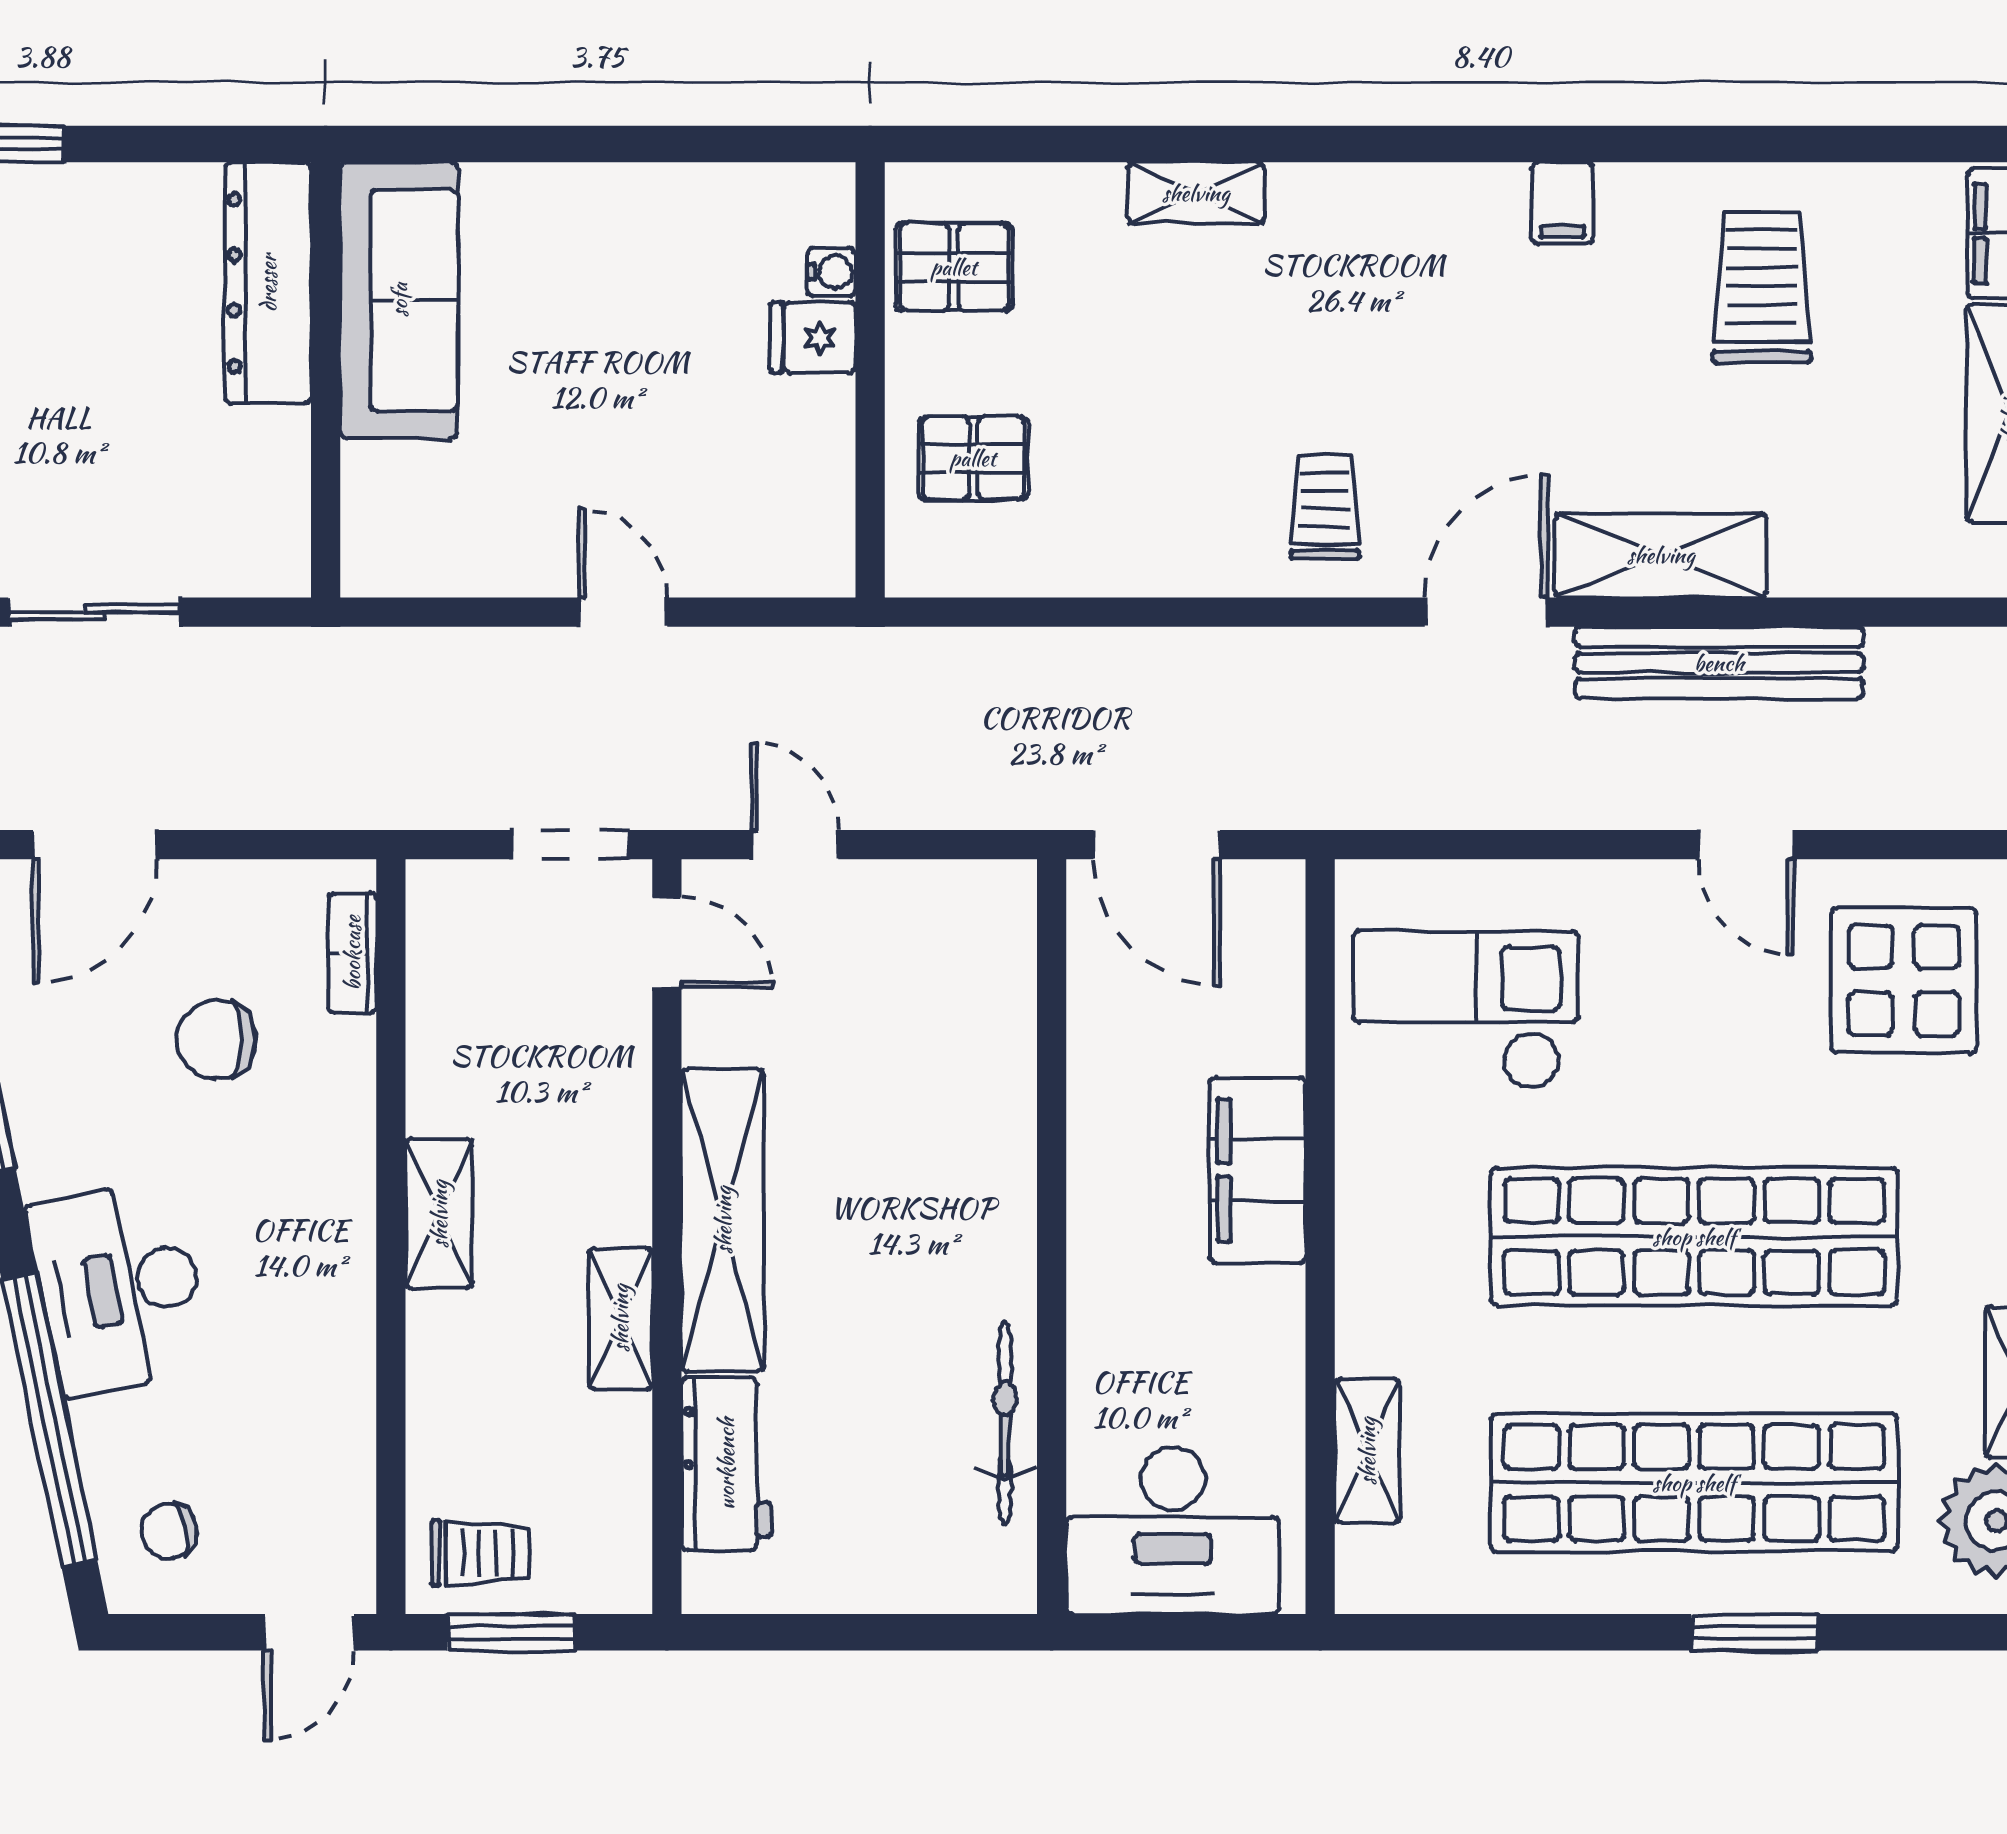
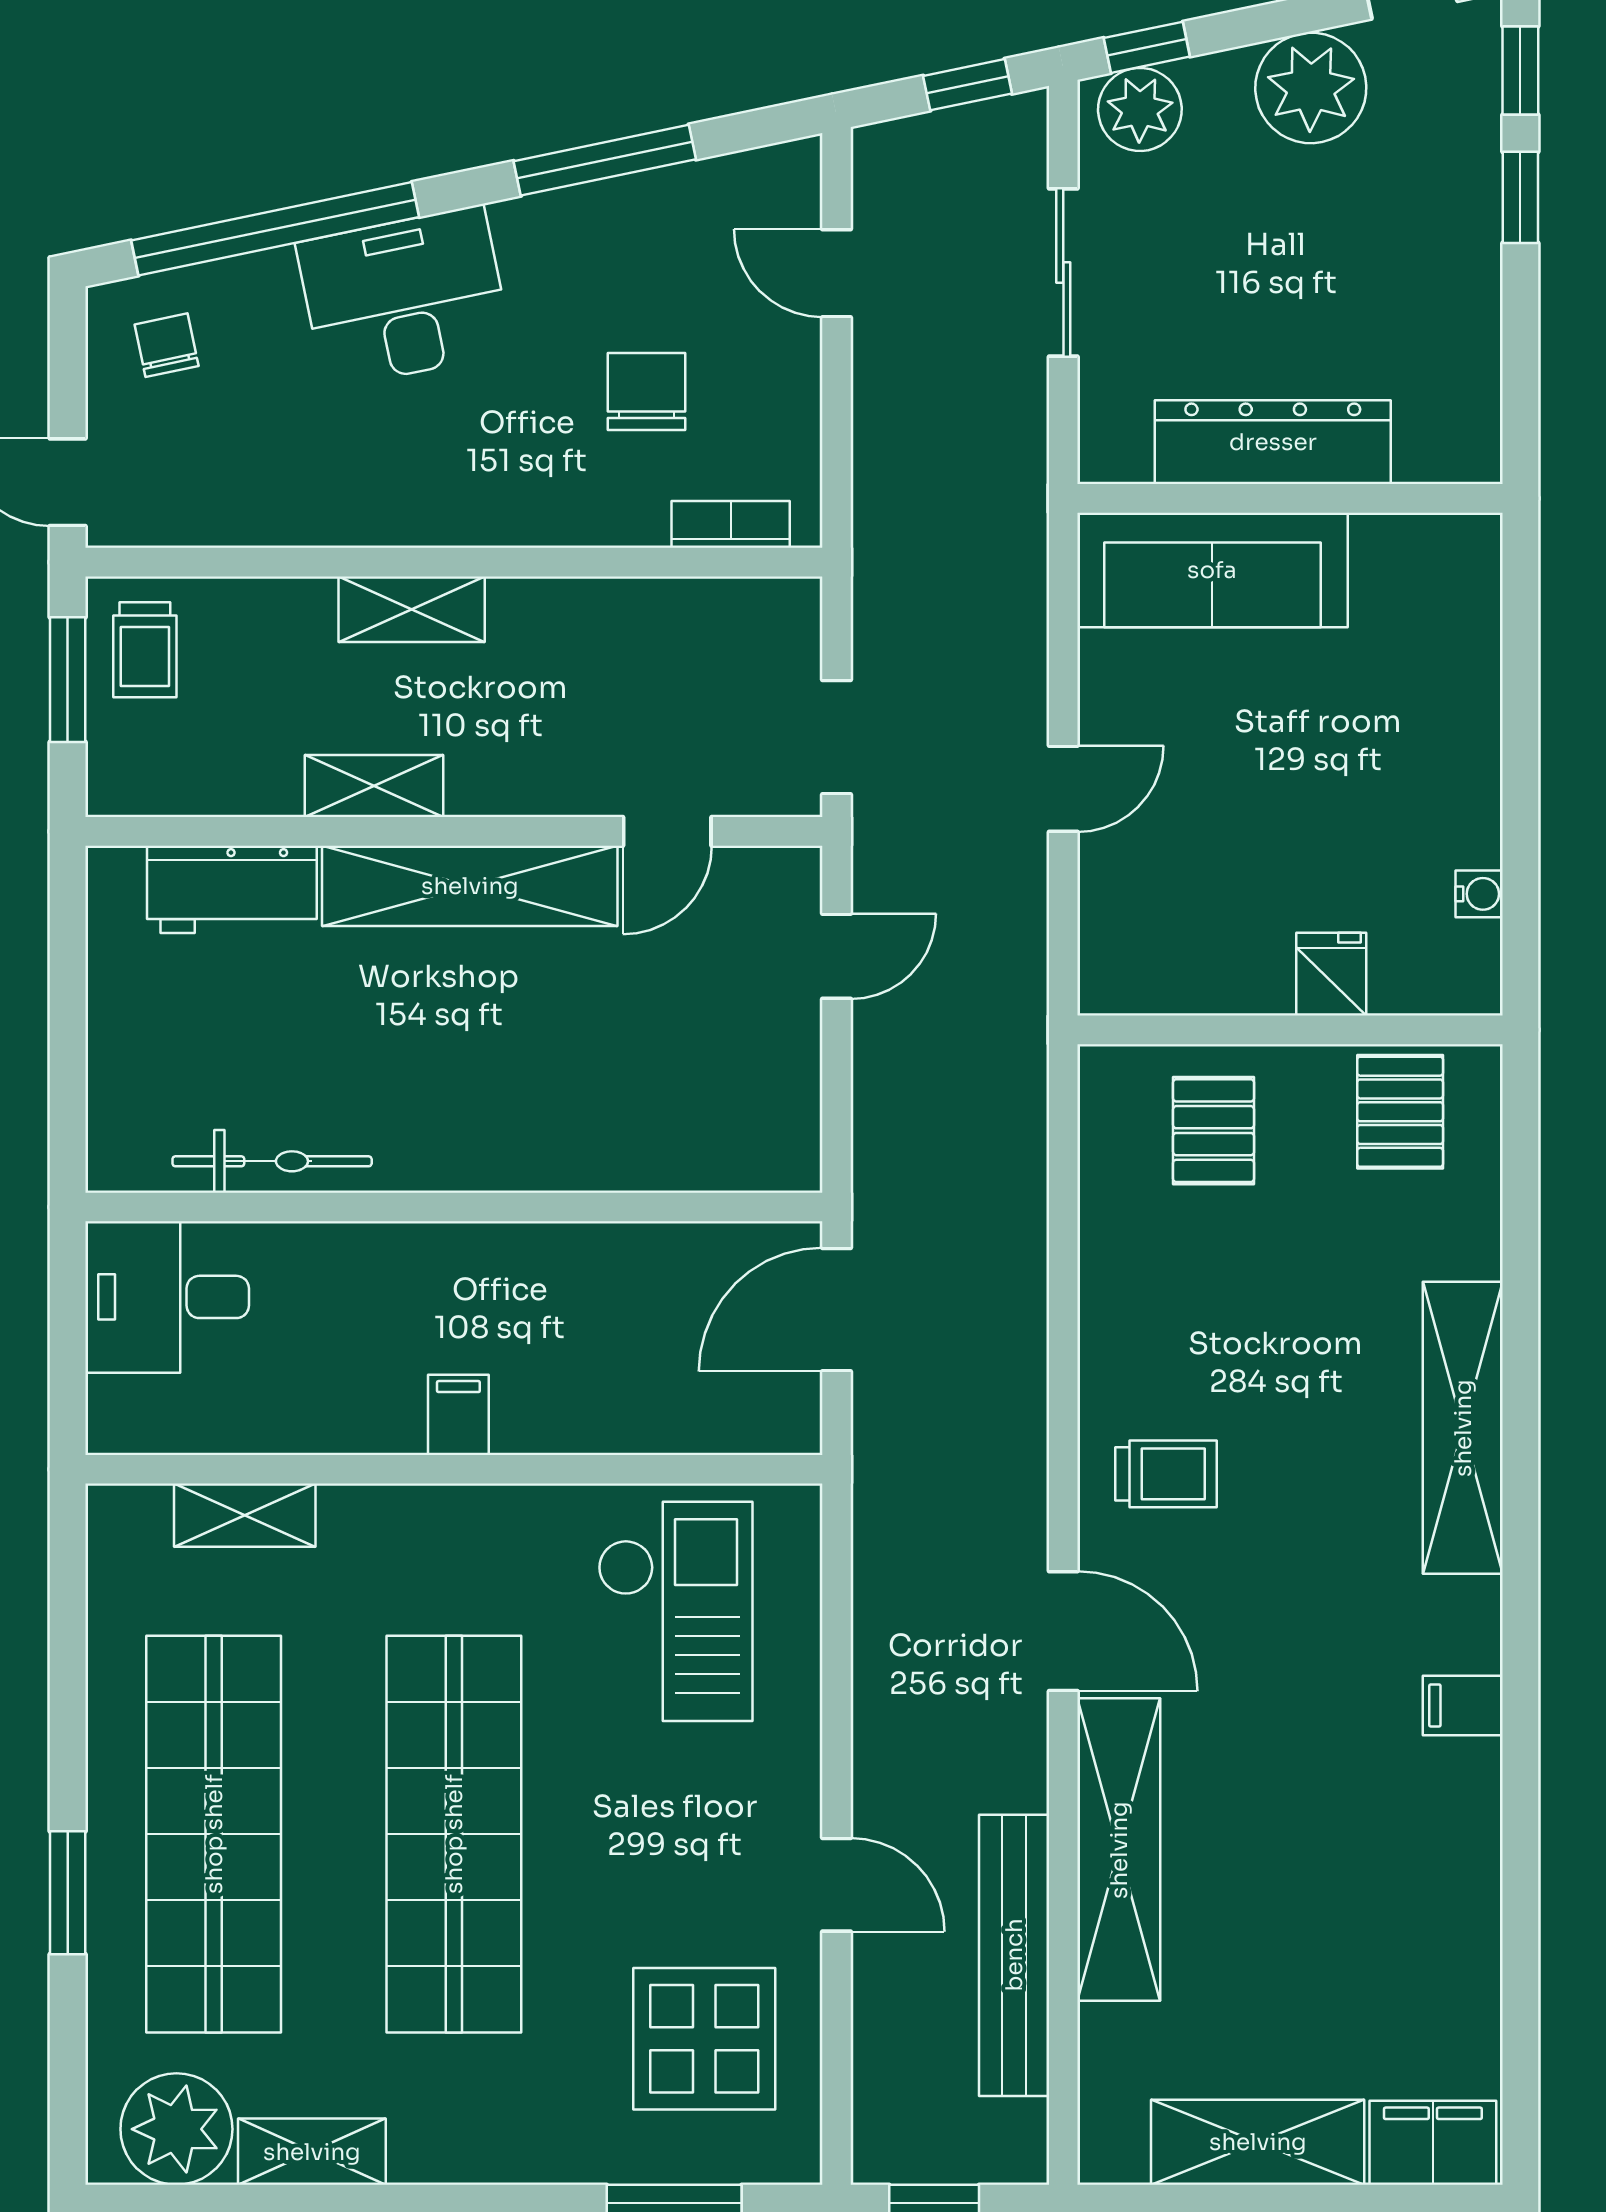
shelving: (1196, 193) -> (1463, 1428), width x2.20, depth x1.33
water cooler: (831, 272) -> (1479, 894), moved, turned -90
dresser: (268, 283) -> (1273, 442), moved
trolley: (1762, 287) -> (1380, 1900), removed
sofa: (399, 300) -> (1212, 570), moved
shelving: (1661, 555) -> (1119, 1850), width x1.47
bench: (1719, 663) -> (1014, 1955), moved
door: (95, 845) -> (837, 273), width x0.73
door: (1746, 845) -> (837, 1885), swing flipped
door: (667, 943) -> (667, 831), moved
filing cabinet: (1258, 1170) -> (458, 1415), width x0.33, depth x0.86
shelving: (439, 1214) -> (412, 609), moved
desk: (1173, 1530) -> (167, 1297), width x0.73

